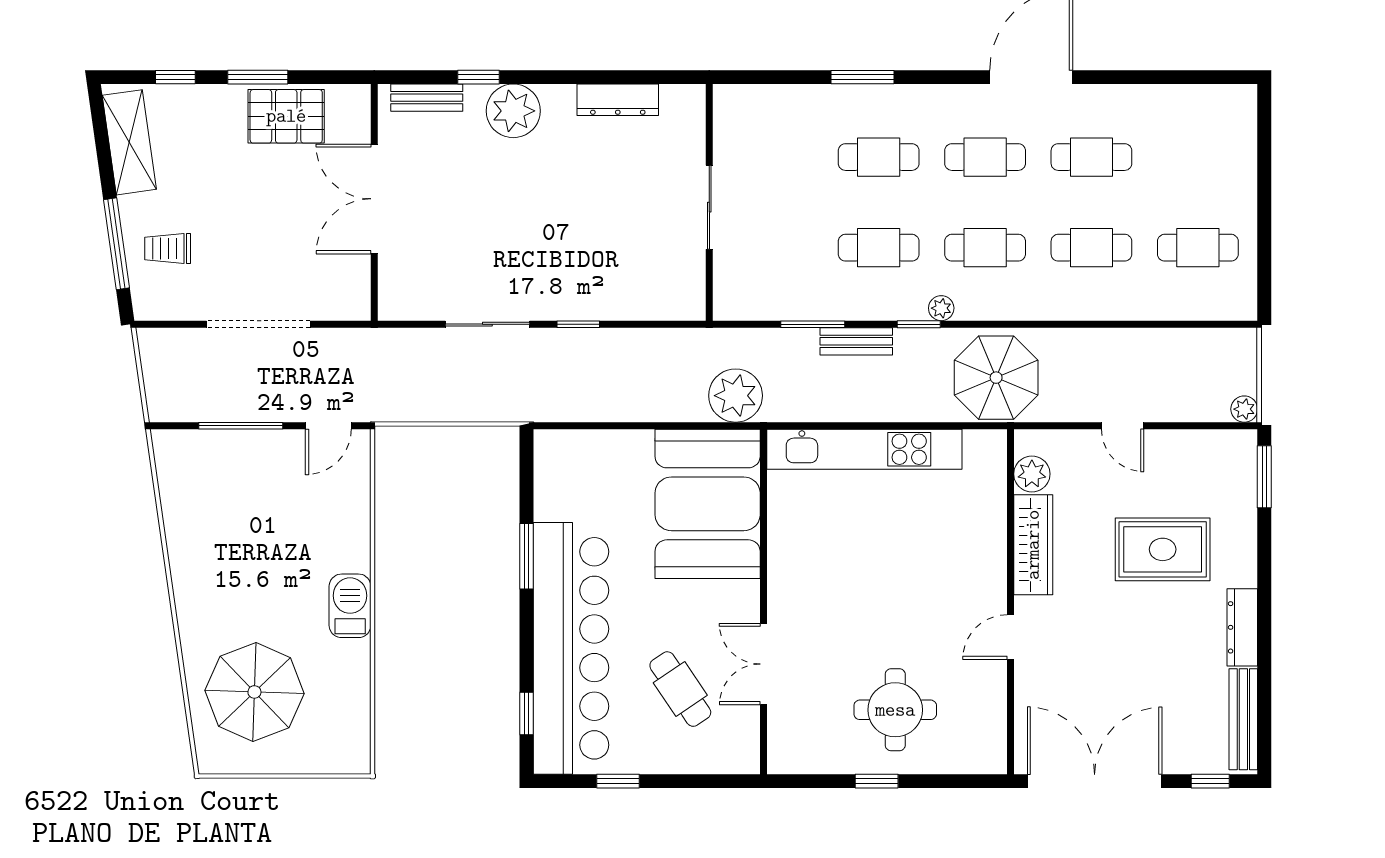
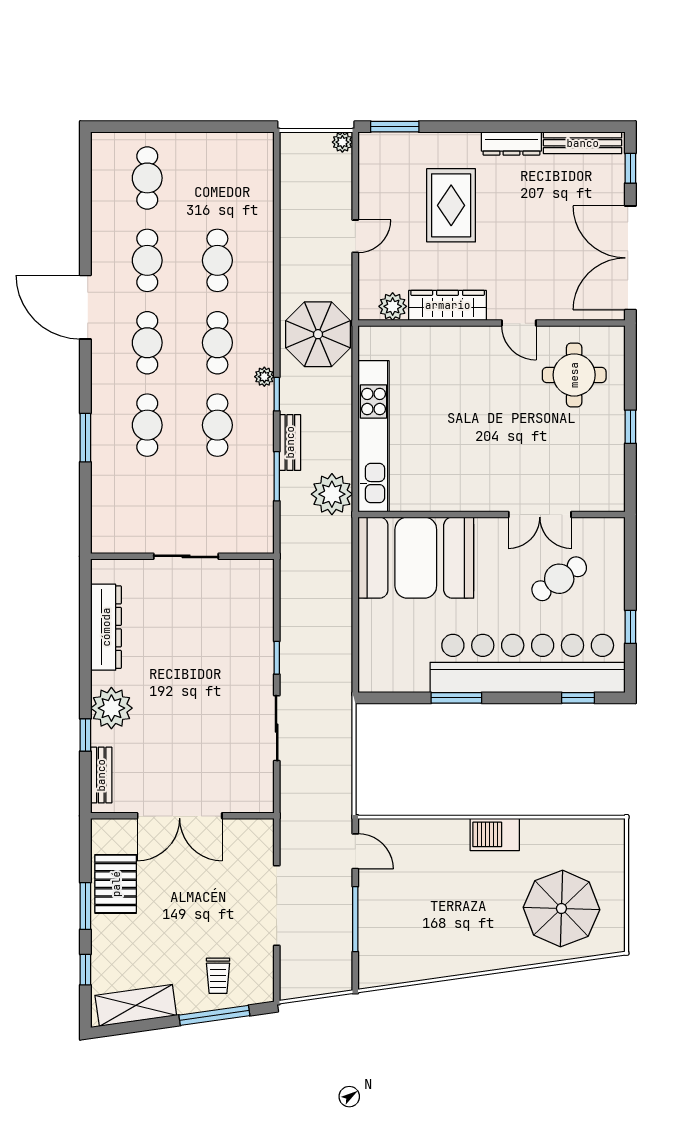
dresser: (618, 100) -> (106, 627), width x1.37, depth x1.24
cafe table: (1198, 248) -> (147, 178), moved
plant: (736, 396) -> (332, 494), moved
round table: (895, 710) -> (574, 375), moved

